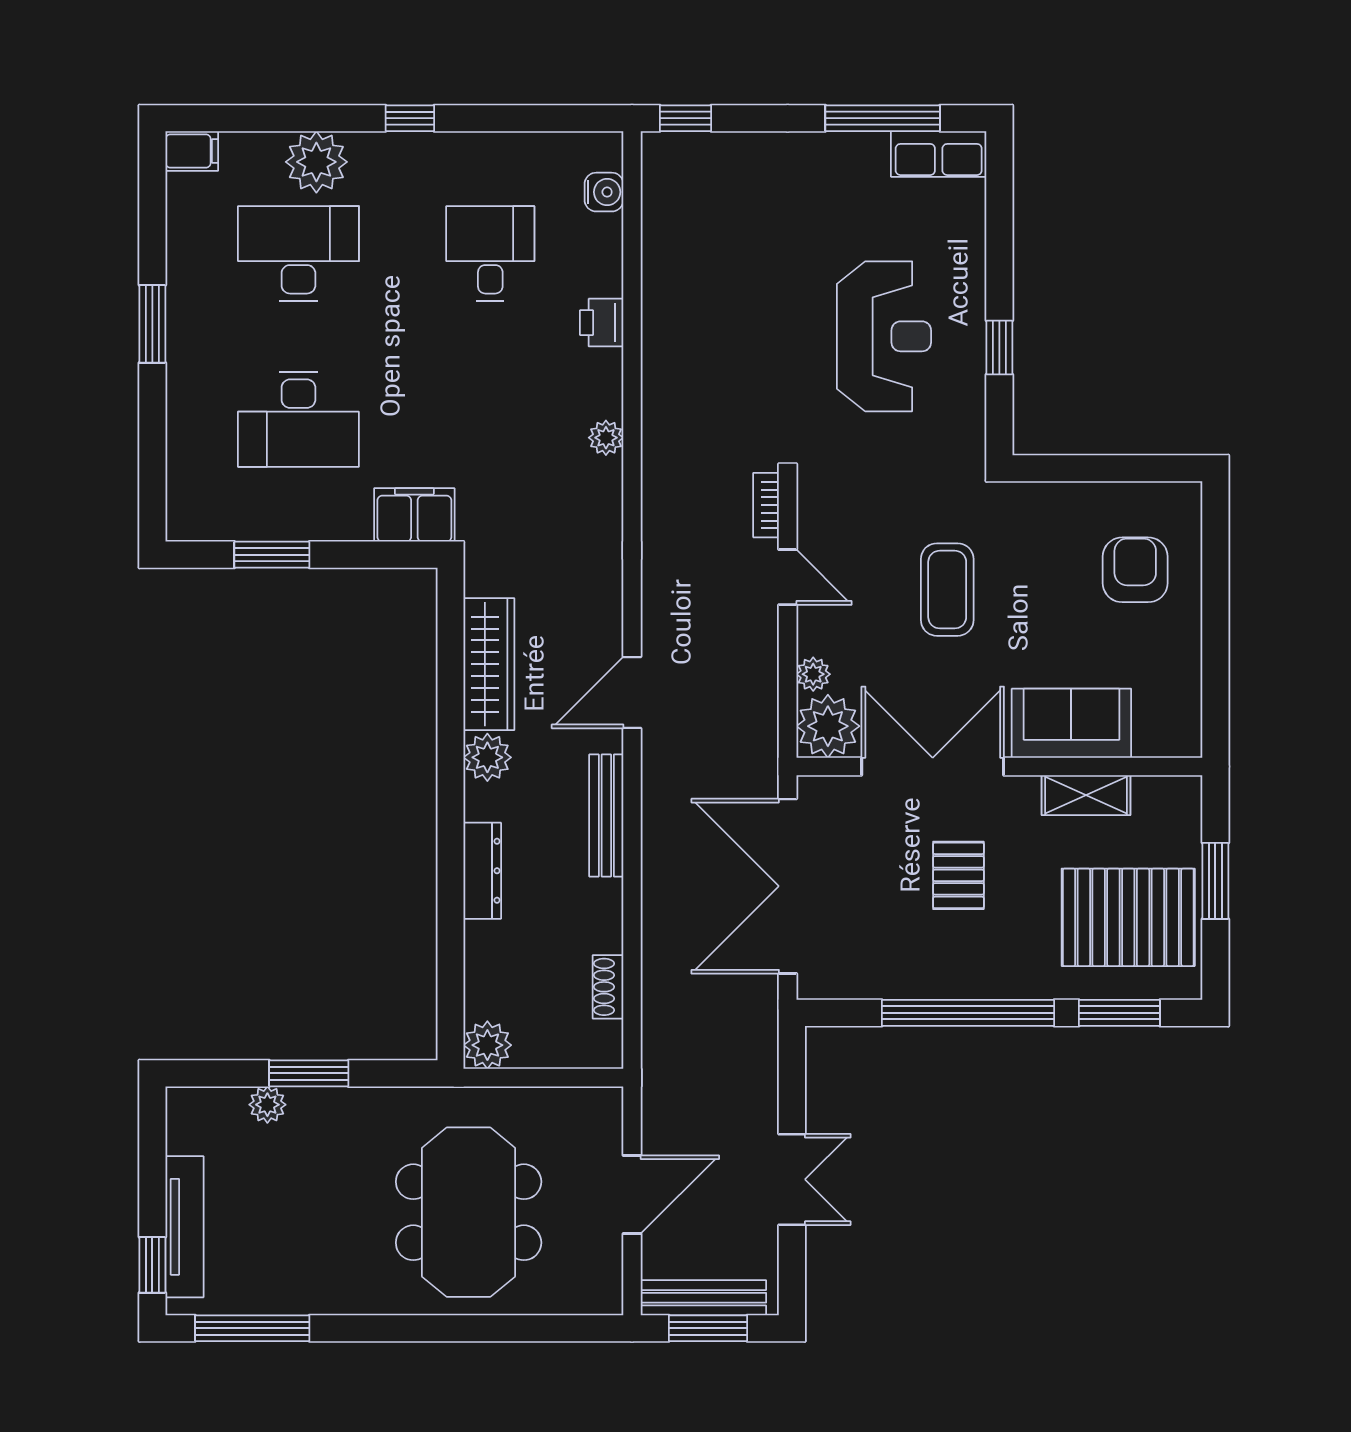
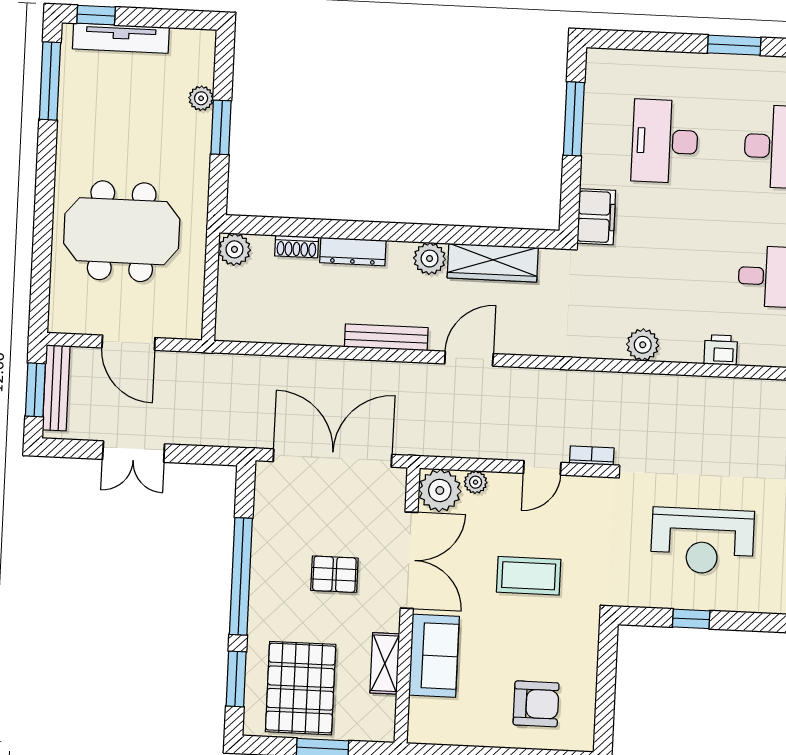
plant: (606, 438) -> (643, 345), width x1.38, depth x1.38
window: (272, 555) -> (574, 119), width x1.44
door: (632, 692) -> (469, 359), hinge flipped
shoe rack: (608, 987) -> (297, 247), moved, turned 180

